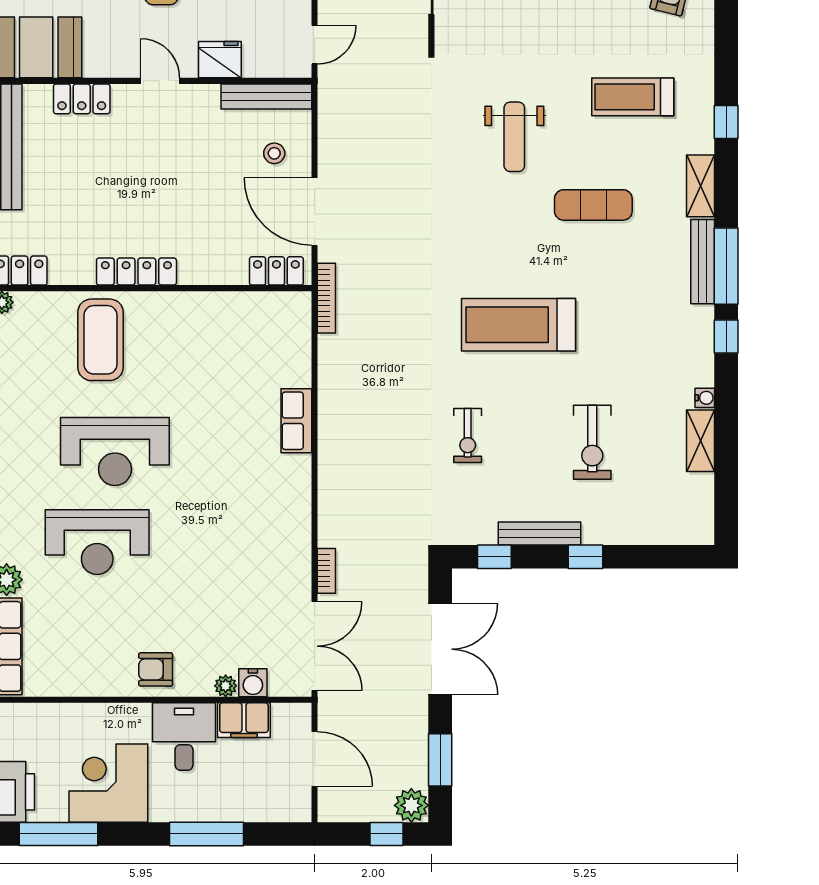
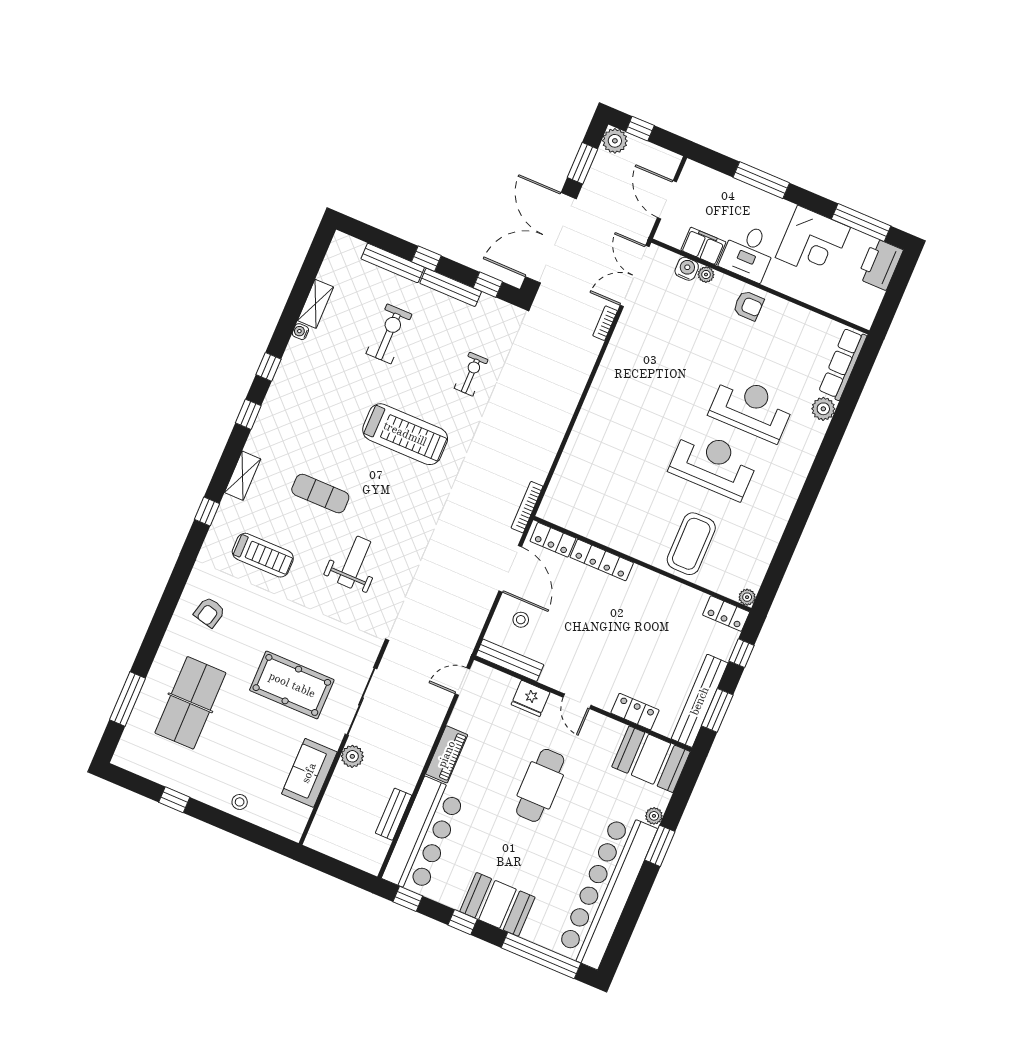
bench: (703, 262) -> (393, 263), moved, turned 90
window: (726, 266) -> (248, 414), width x0.46
locker: (136, 271) -> (602, 560), moved
row of seats: (296, 421) -> (582, 433), removed
double door: (440, 649) -> (551, 238), width x1.36

